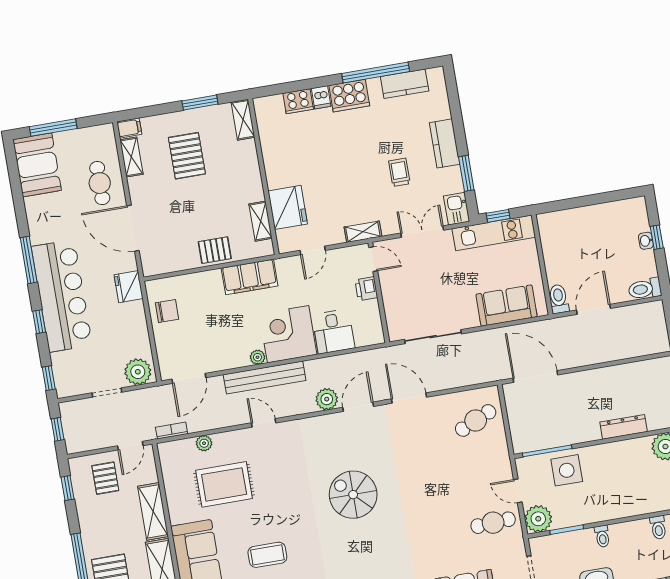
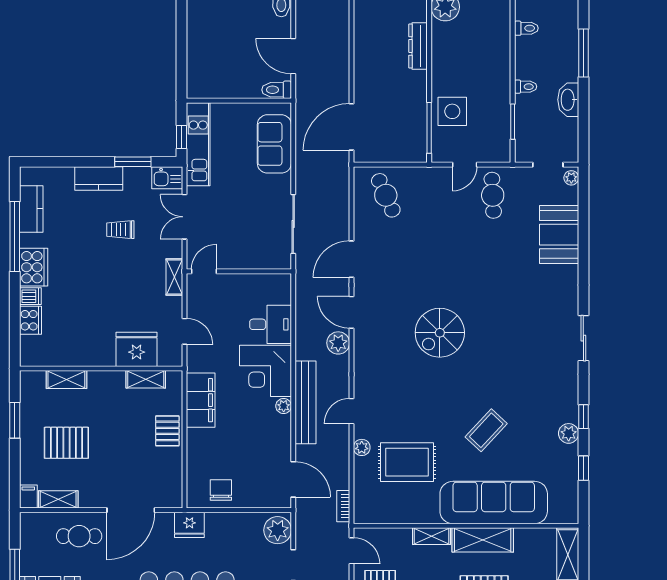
shelving: (243, 120) -> (66, 379), moved
printer: (366, 289) -> (233, 283), removed
plant: (204, 443) -> (362, 447), moved
rug: (224, 484) -> (407, 462), turned 90
shelving: (153, 511) -> (432, 536), width x0.67, depth x0.75
plant: (538, 519) -> (497, 149), removed
coffee table: (267, 555) -> (486, 430), turned 43

